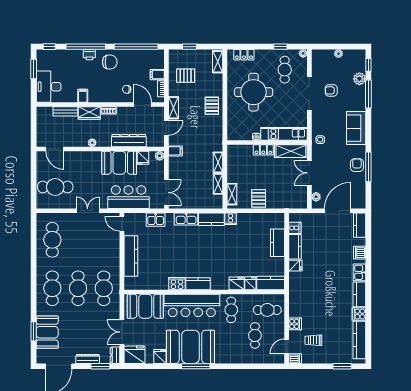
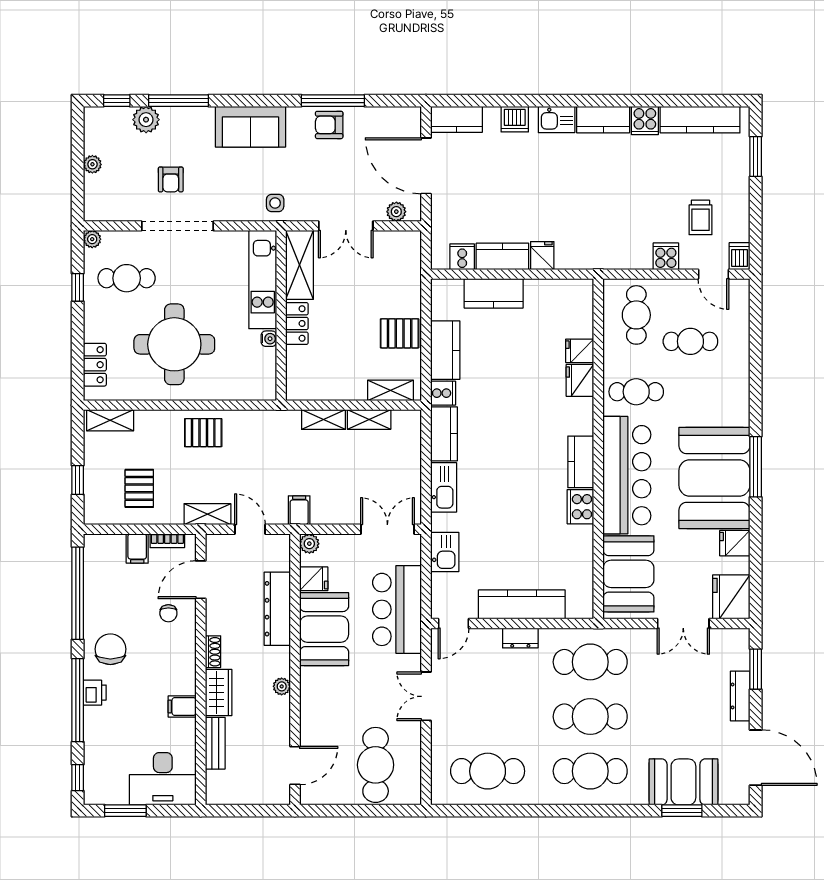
kitchen counter: (271, 283) -> (445, 350), moved, turned 180
dresser: (115, 355) -> (520, 638), moved

